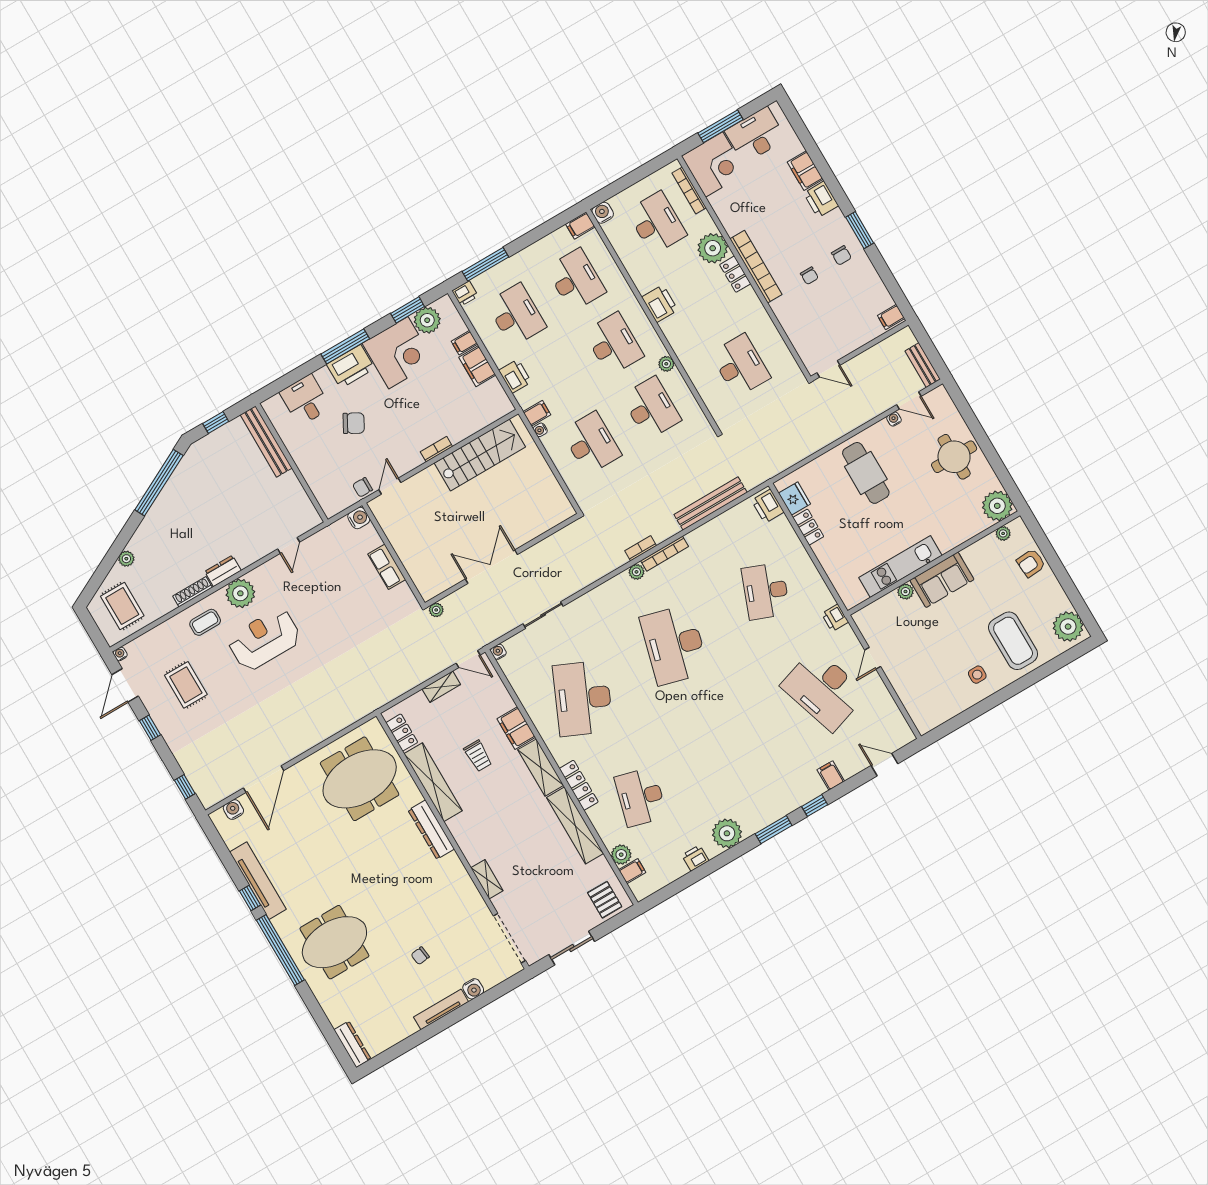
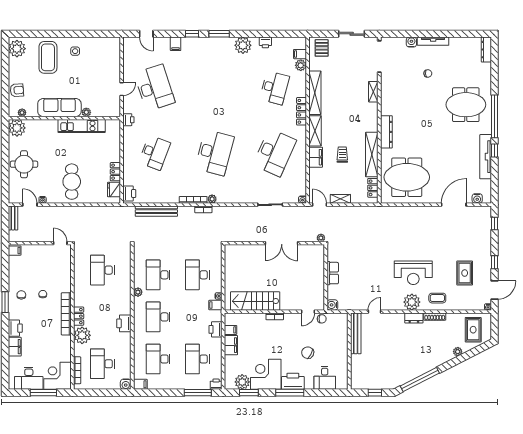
filing cabinet: (464, 343) -> (230, 330), moved
bench: (266, 441) -> (356, 333), moved
sofa: (942, 580) -> (59, 108), width x1.36

